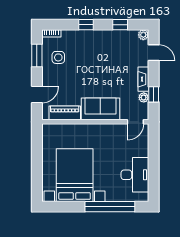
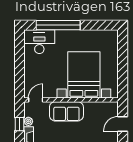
piano: (65, 113) -> (98, 108), removed
bed with nightstands: (75, 175) -> (84, 75), moved, turned 180
desk: (135, 175) -> (39, 42), moved, turned 90

